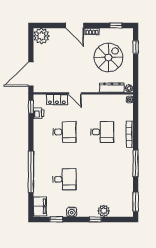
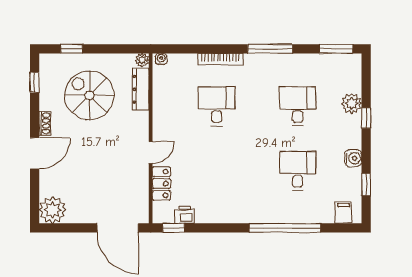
desk: (64, 132) -> (298, 106), moved
filing cabinet: (40, 206) -> (344, 213), width x0.50

